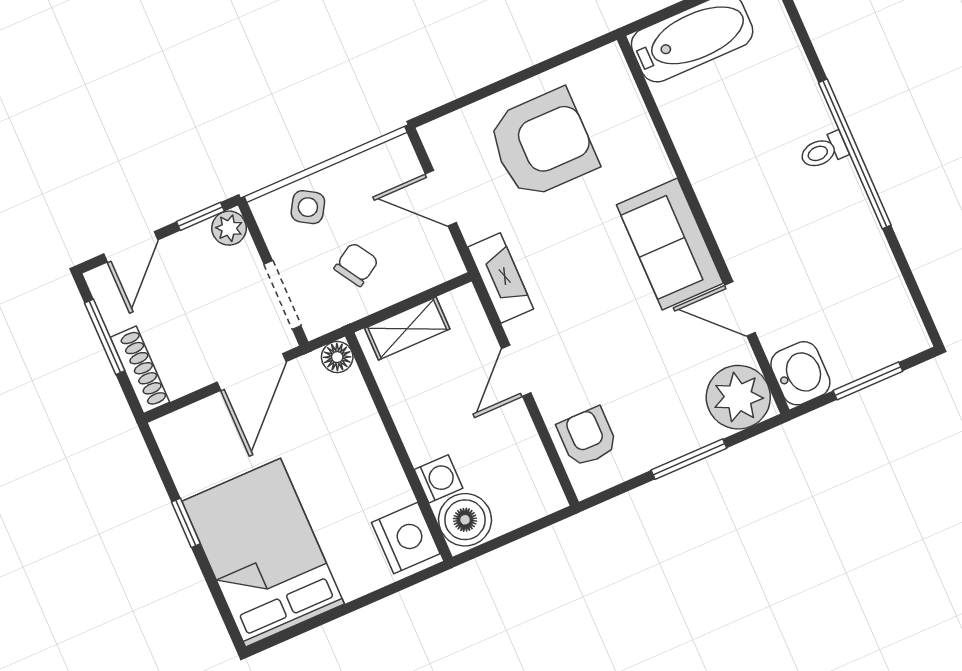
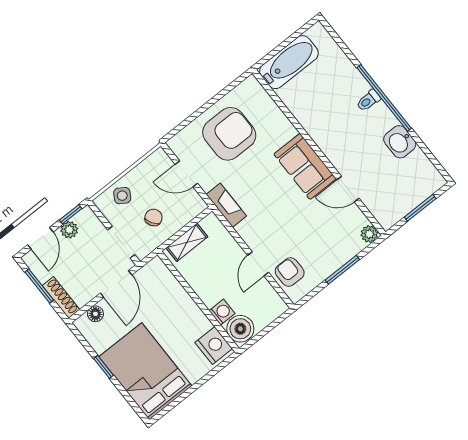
plant: (229, 228) -> (69, 230), moved
floor lamp: (337, 357) -> (95, 314), moved
door: (516, 371) -> (258, 264), moved
washbasin: (800, 373) -> (400, 142), moved, turned 180
plant: (738, 397) -> (369, 234), width x0.53, depth x0.53

